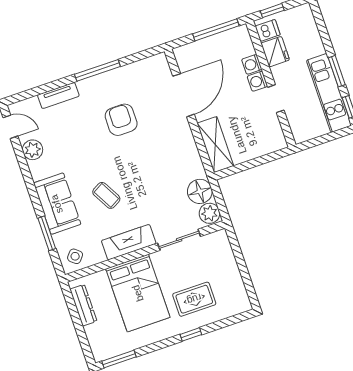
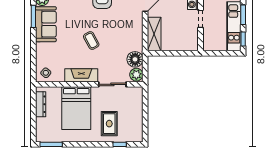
coffee table: (106, 195) -> (91, 41), moved
sofa: (57, 204) -> (46, 24), moved
window: (47, 233) -> (33, 16), moved
rug: (194, 299) -> (109, 124), turned 90
window: (191, 334) -> (120, 144), moved

